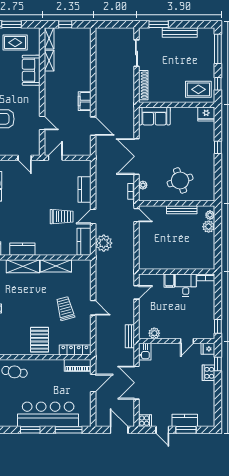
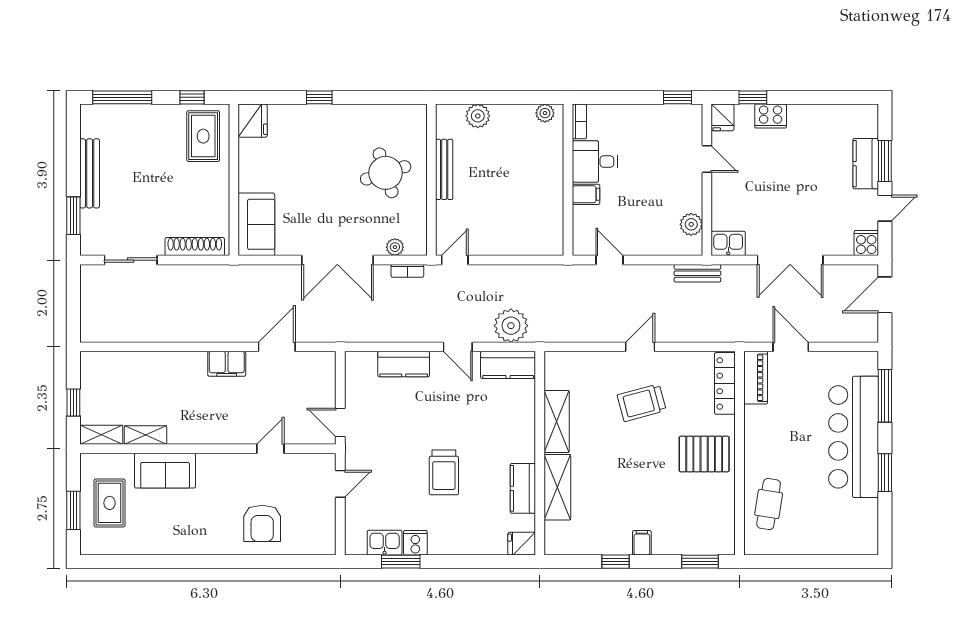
plant: (210, 215) -> (545, 113), moved
trolley: (62, 217) -> (444, 472), moved, turned 180

